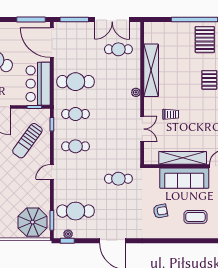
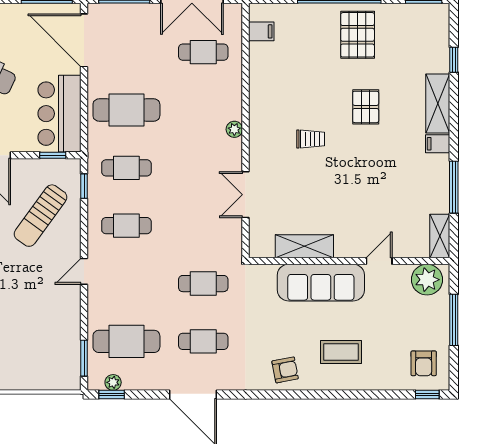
filing cabinet: (151, 38) -> (261, 31), added
shelving: (151, 70) -> (262, 90), removed
trolley: (171, 114) -> (311, 139), moved
double door: (142, 129) -> (246, 195), swing flipped
shelving: (183, 158) -> (304, 246), width x0.68
cafe table: (118, 211) -> (203, 341), added
armchair: (160, 211) -> (285, 370), moved
parasol: (33, 222) -> (50, 361), removed

